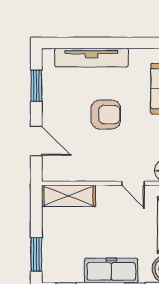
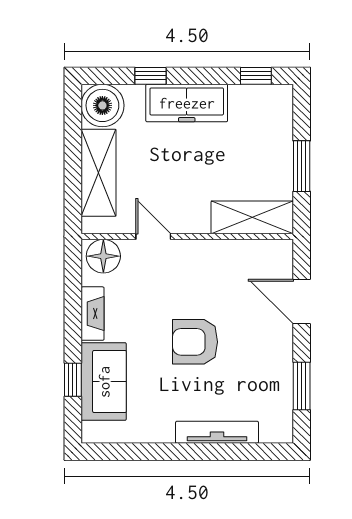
tv unit: (91, 58) -> (217, 432), width x0.73, depth x0.78
window: (36, 254) -> (302, 166), moved

